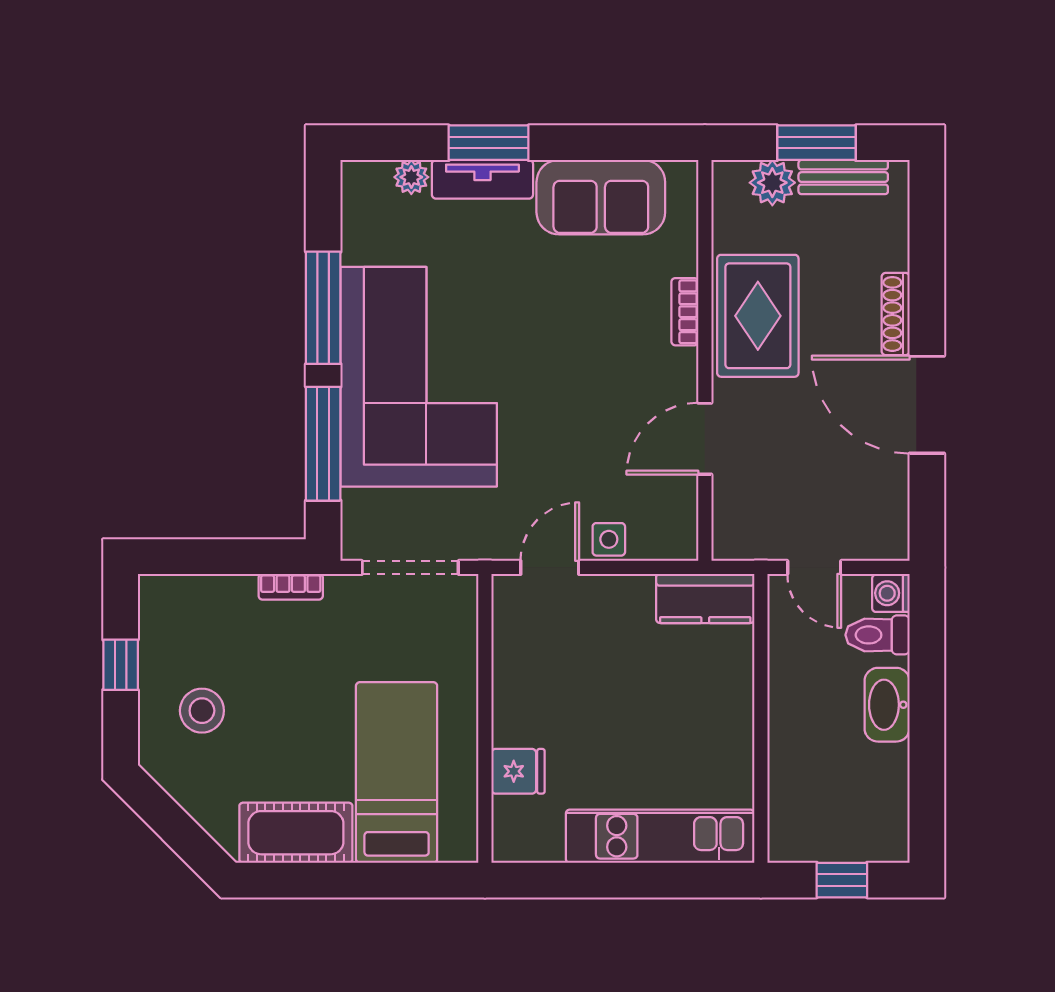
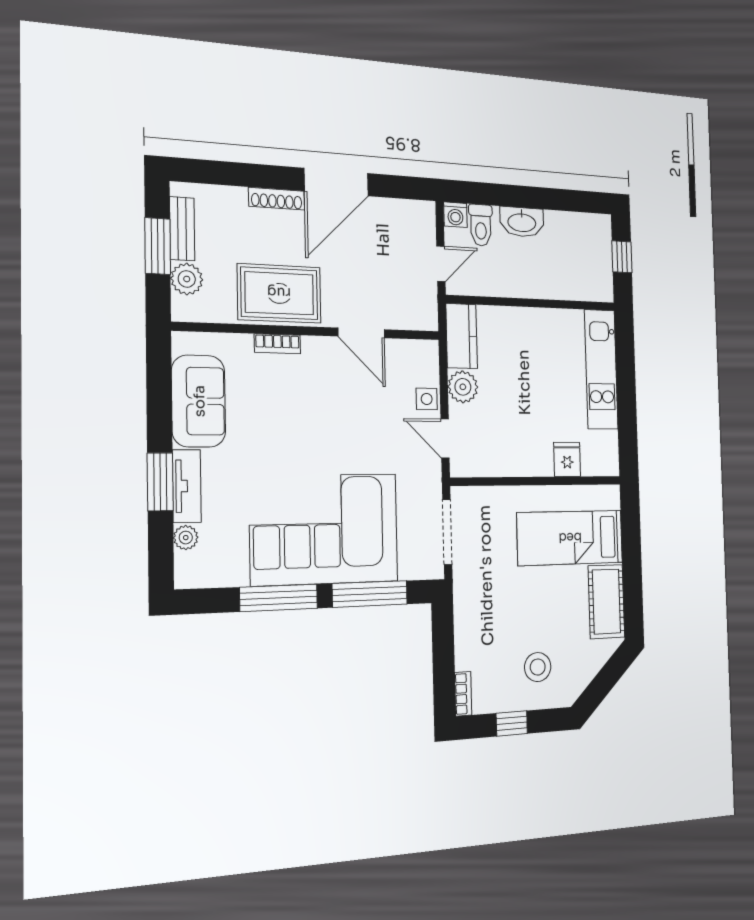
bookcase: (291, 587) -> (463, 694), moved
plant: (628, 598) -> (463, 387), added

